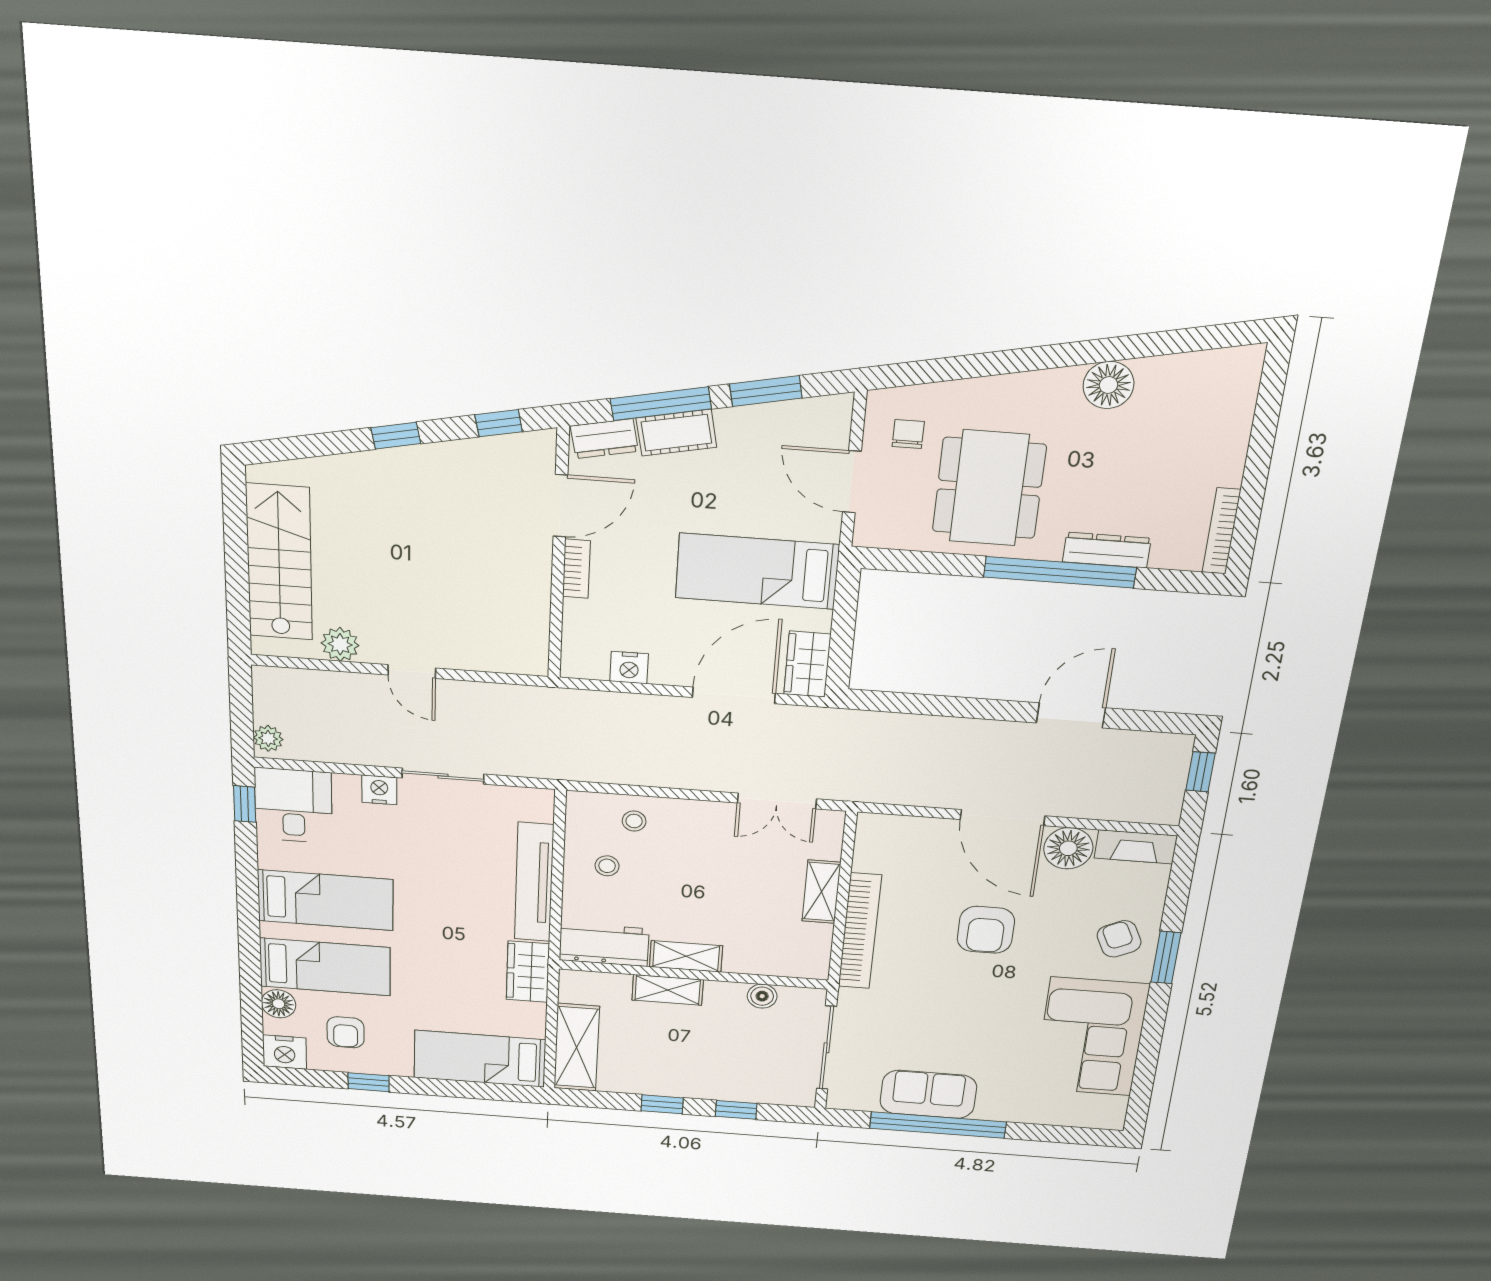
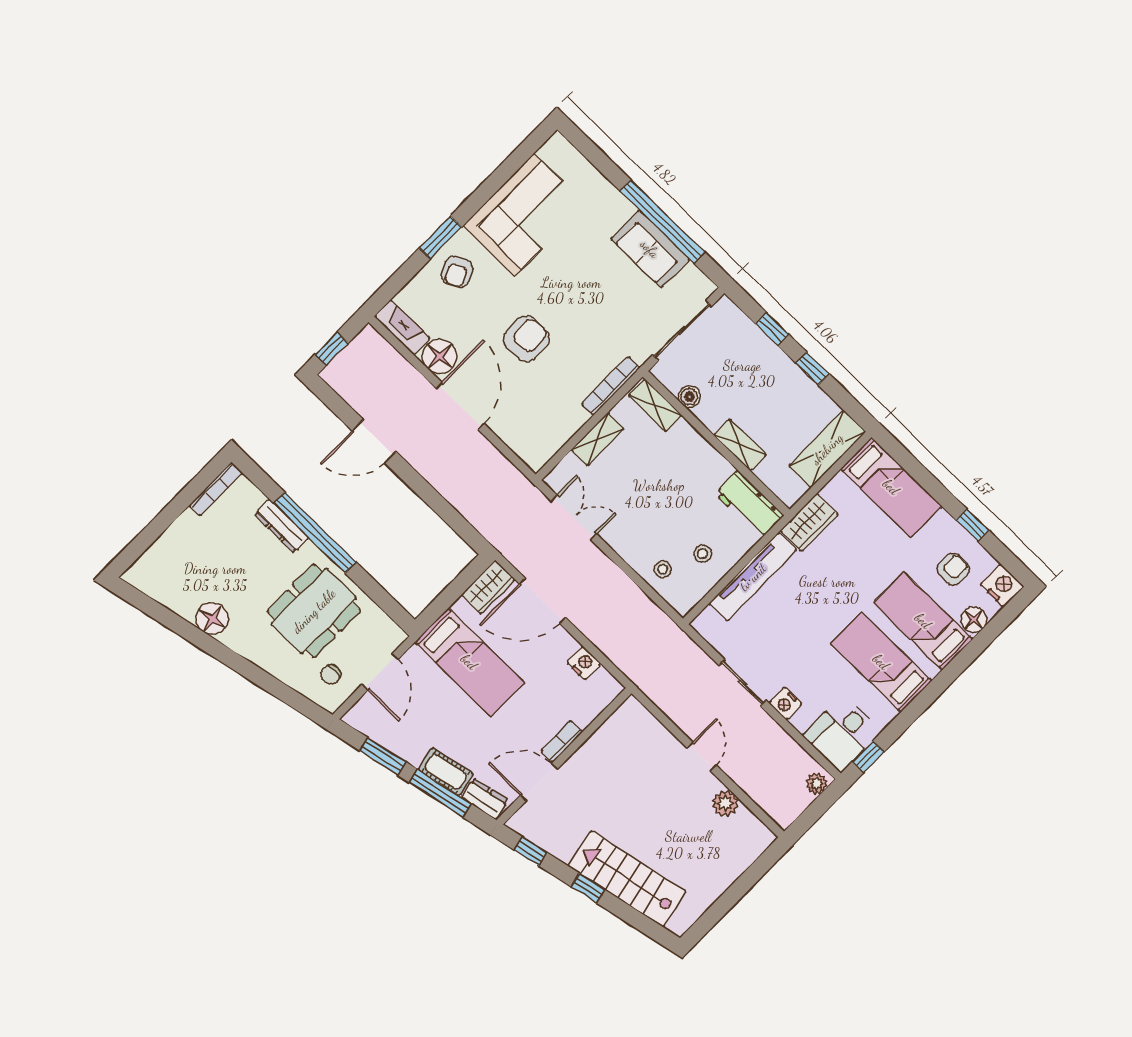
stairs: (279, 562) -> (627, 879), moved, turned 78
bookcase: (860, 931) -> (611, 386), width x0.68, depth x0.76
shelving: (686, 956) -> (655, 405), moved

